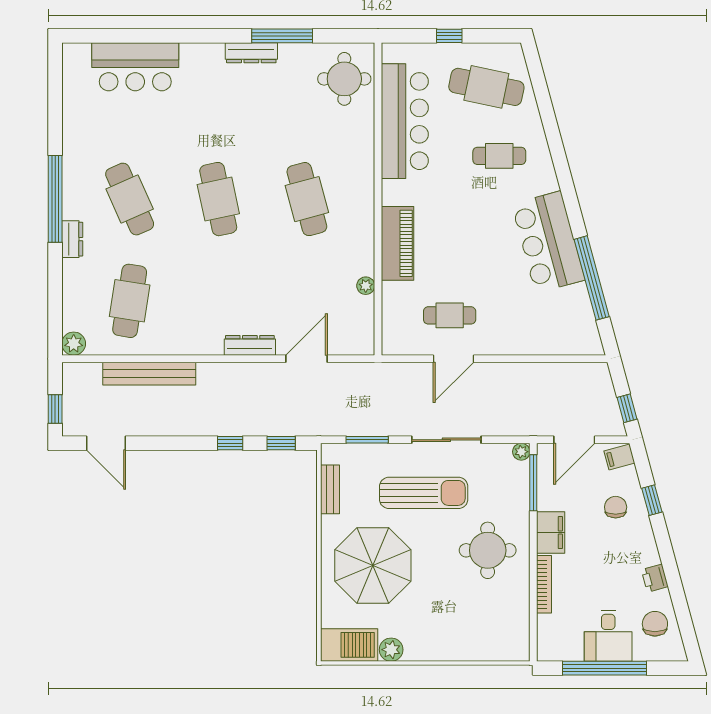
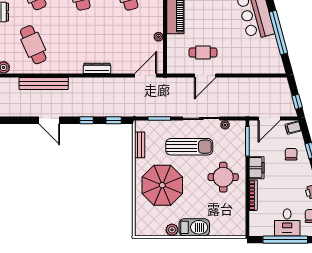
cafe table: (130, 301) -> (33, 45), turned -33
door: (307, 359) -> (146, 76), moved
door: (106, 443) -> (49, 120), moved
plant: (521, 452) -> (225, 125), moved
barbecue: (349, 645) -> (194, 227), moved

